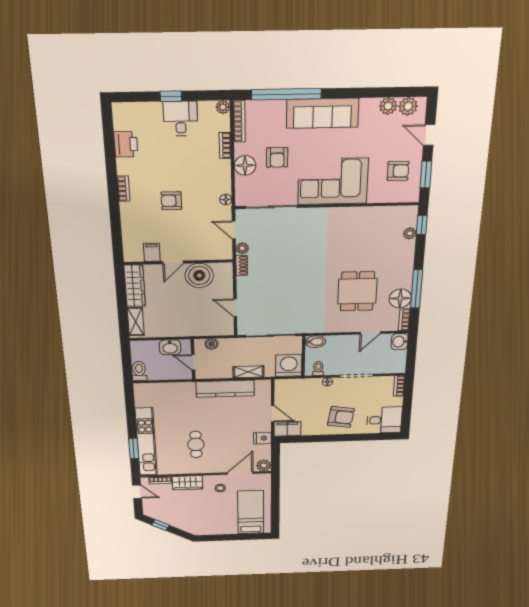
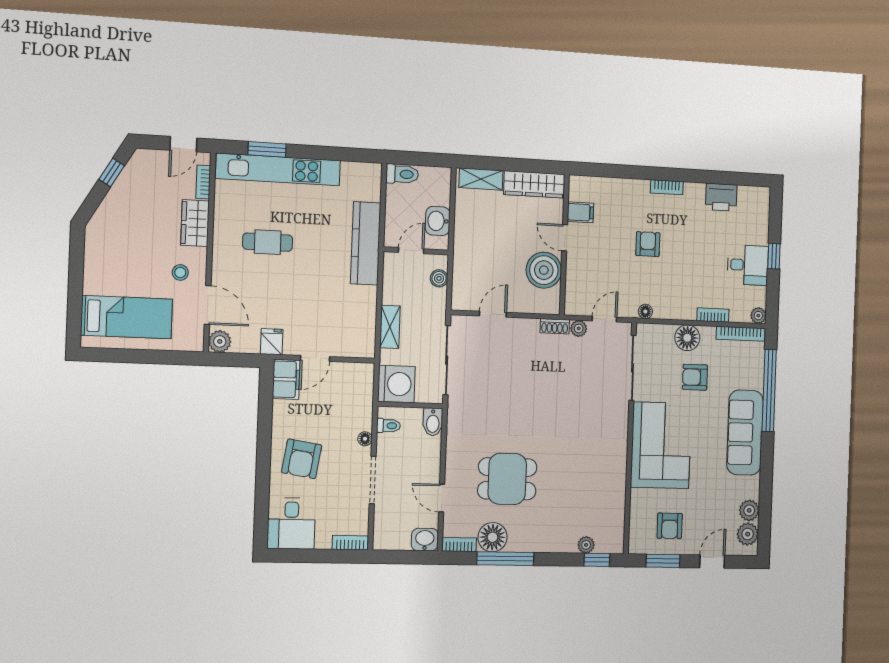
kitchen counter: (225, 389) -> (366, 243), moved

